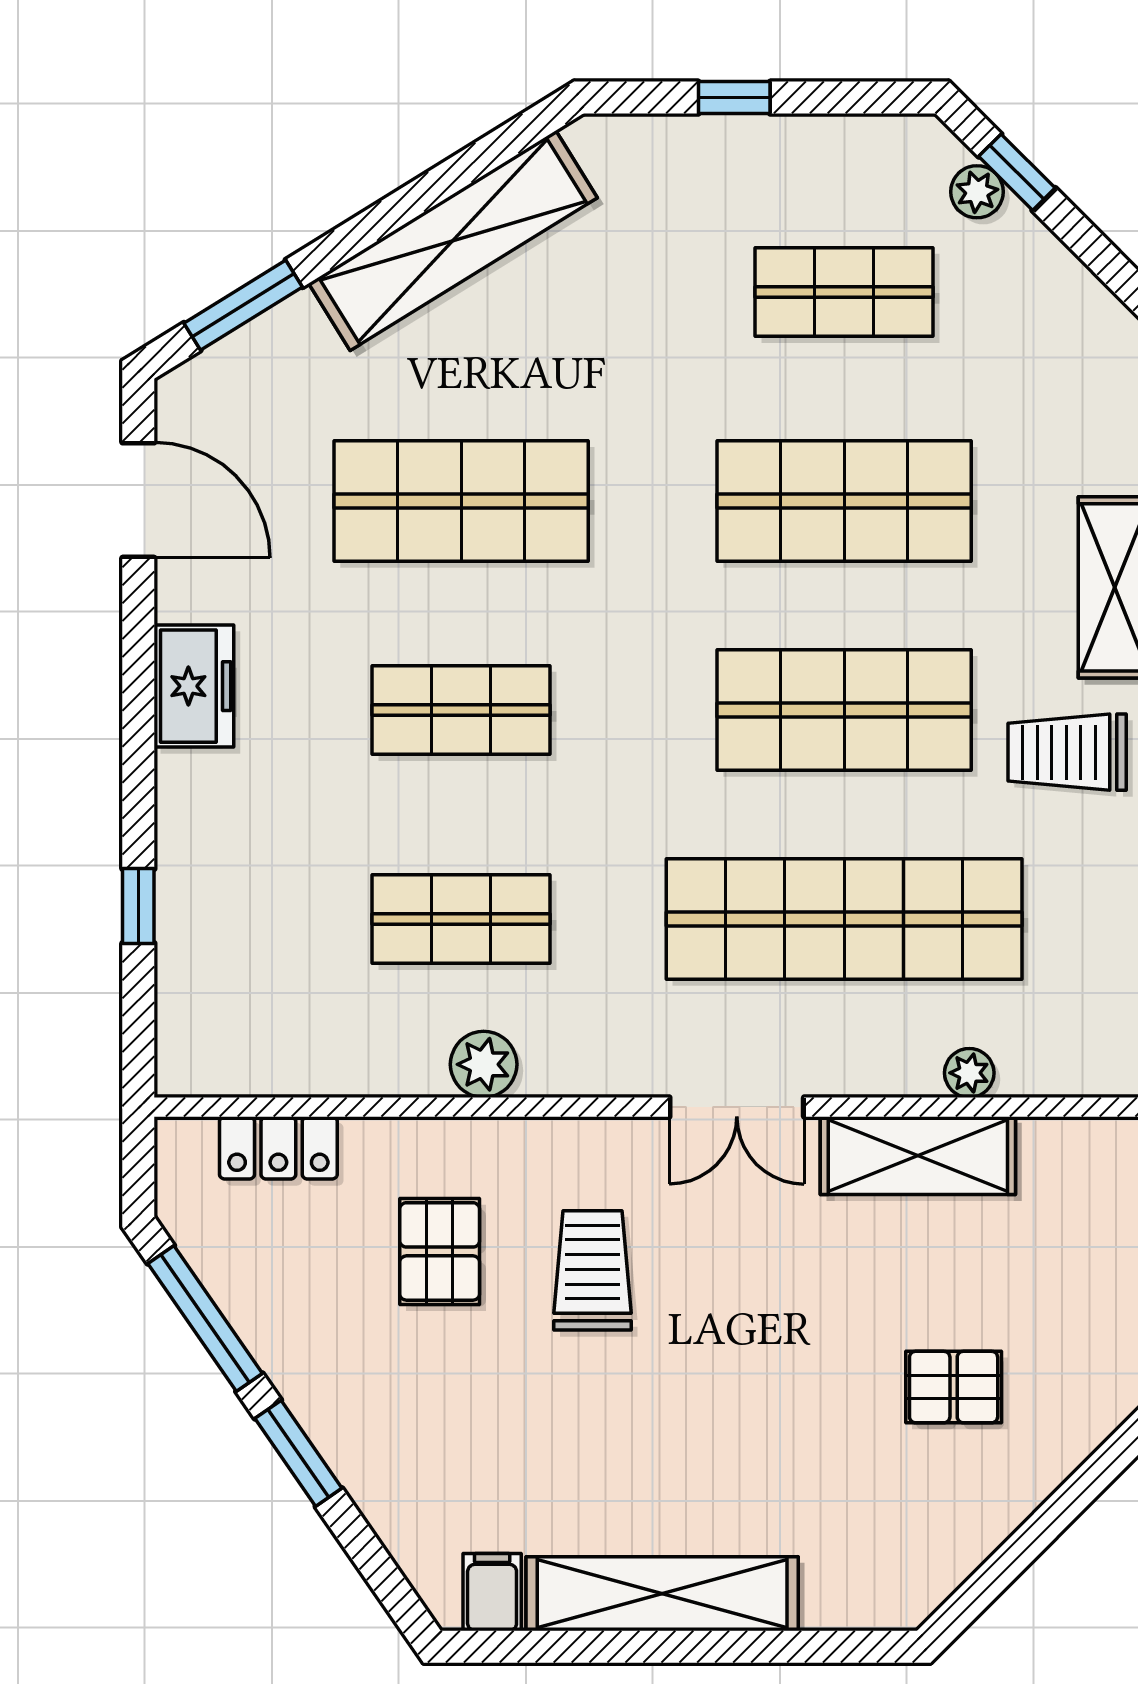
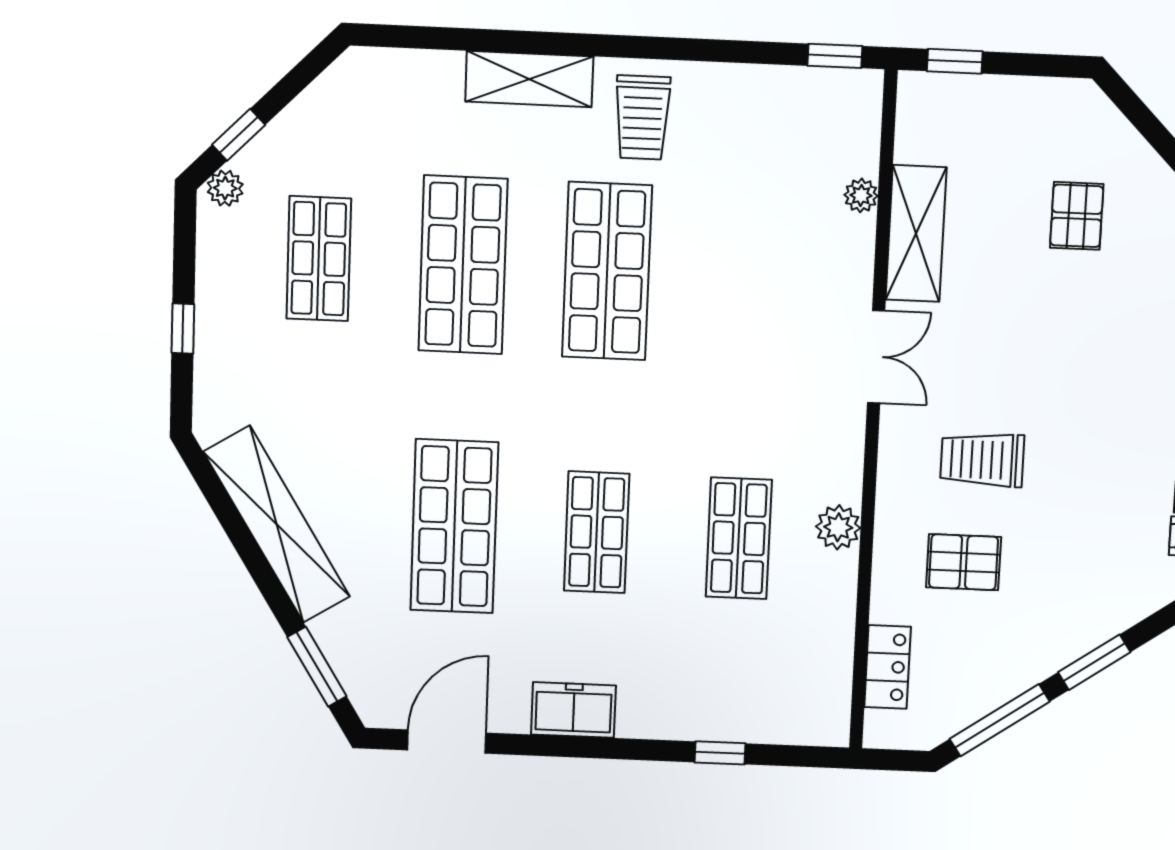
plant: (977, 192) -> (225, 188), moved
shop shelf: (844, 919) -> (751, 277), removed

